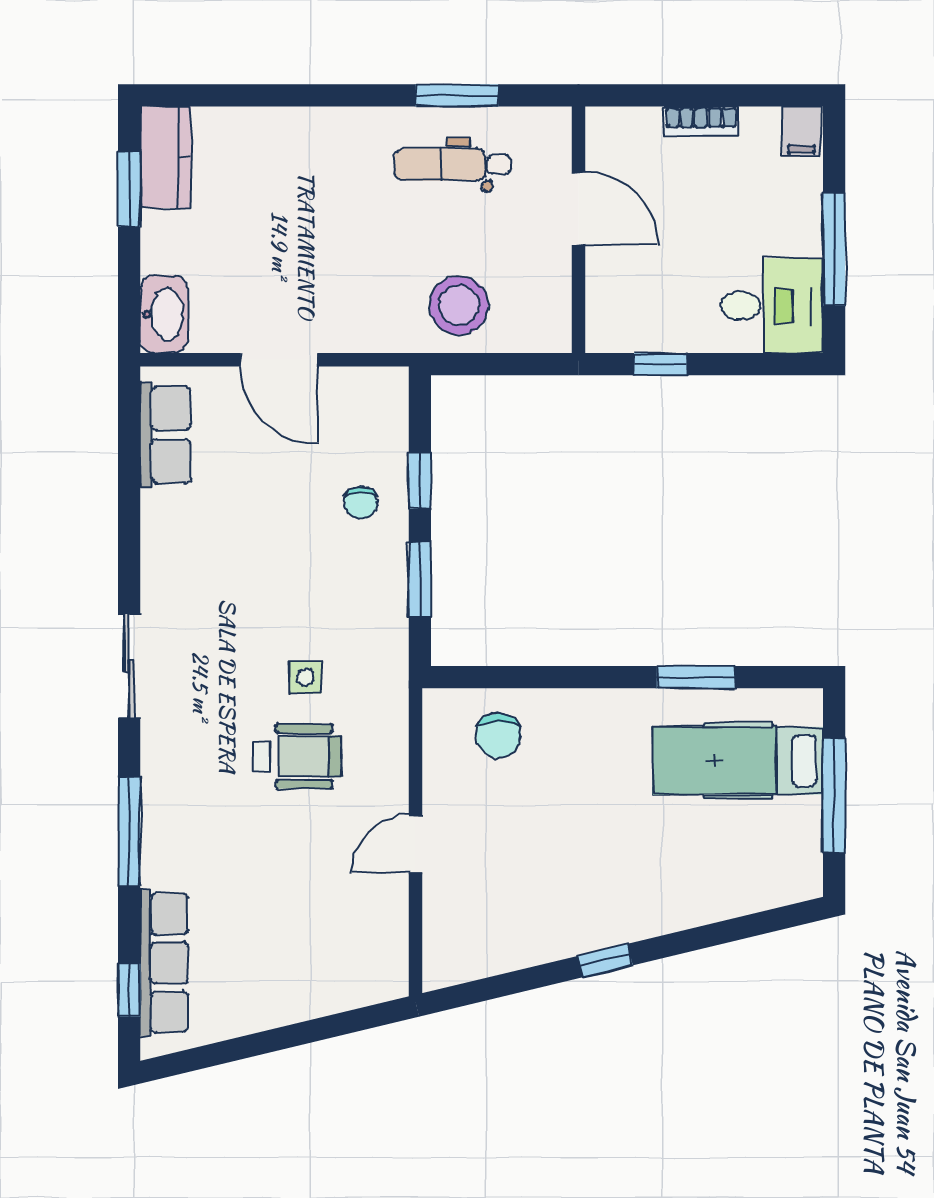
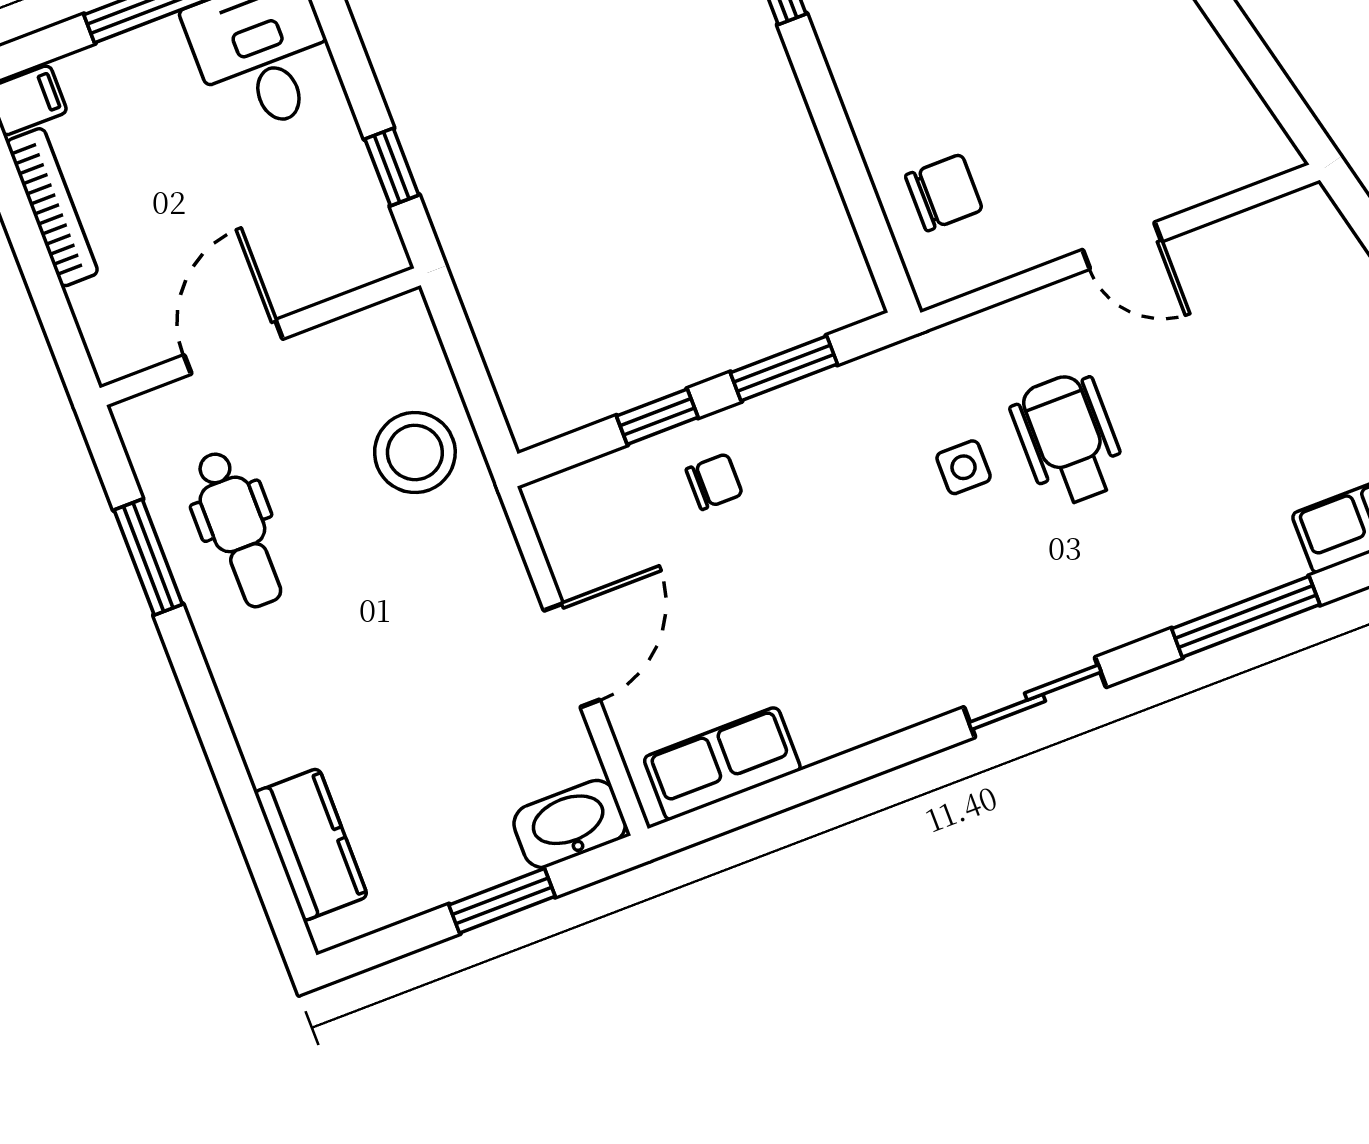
bookcase: (701, 121) -> (52, 207), width x1.56
kitchen counter: (165, 157) -> (311, 844), moved, turned 90
window: (129, 189) -> (502, 901), moved

